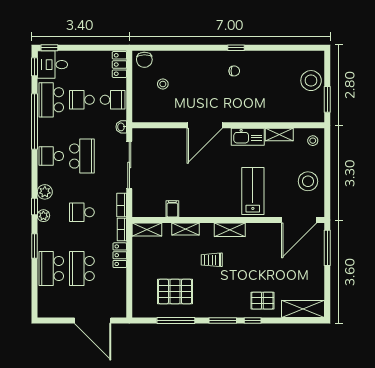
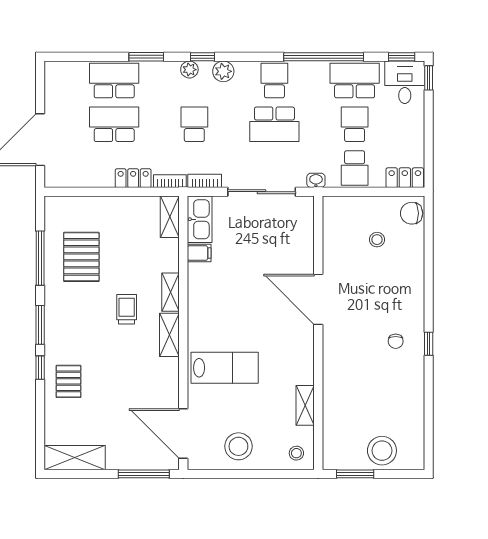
kitchen sink: (248, 137) -> (200, 219), moved, turned 180
shelving: (186, 229) -> (170, 292), moved
shelving: (303, 309) -> (75, 458), moved, turned 90

